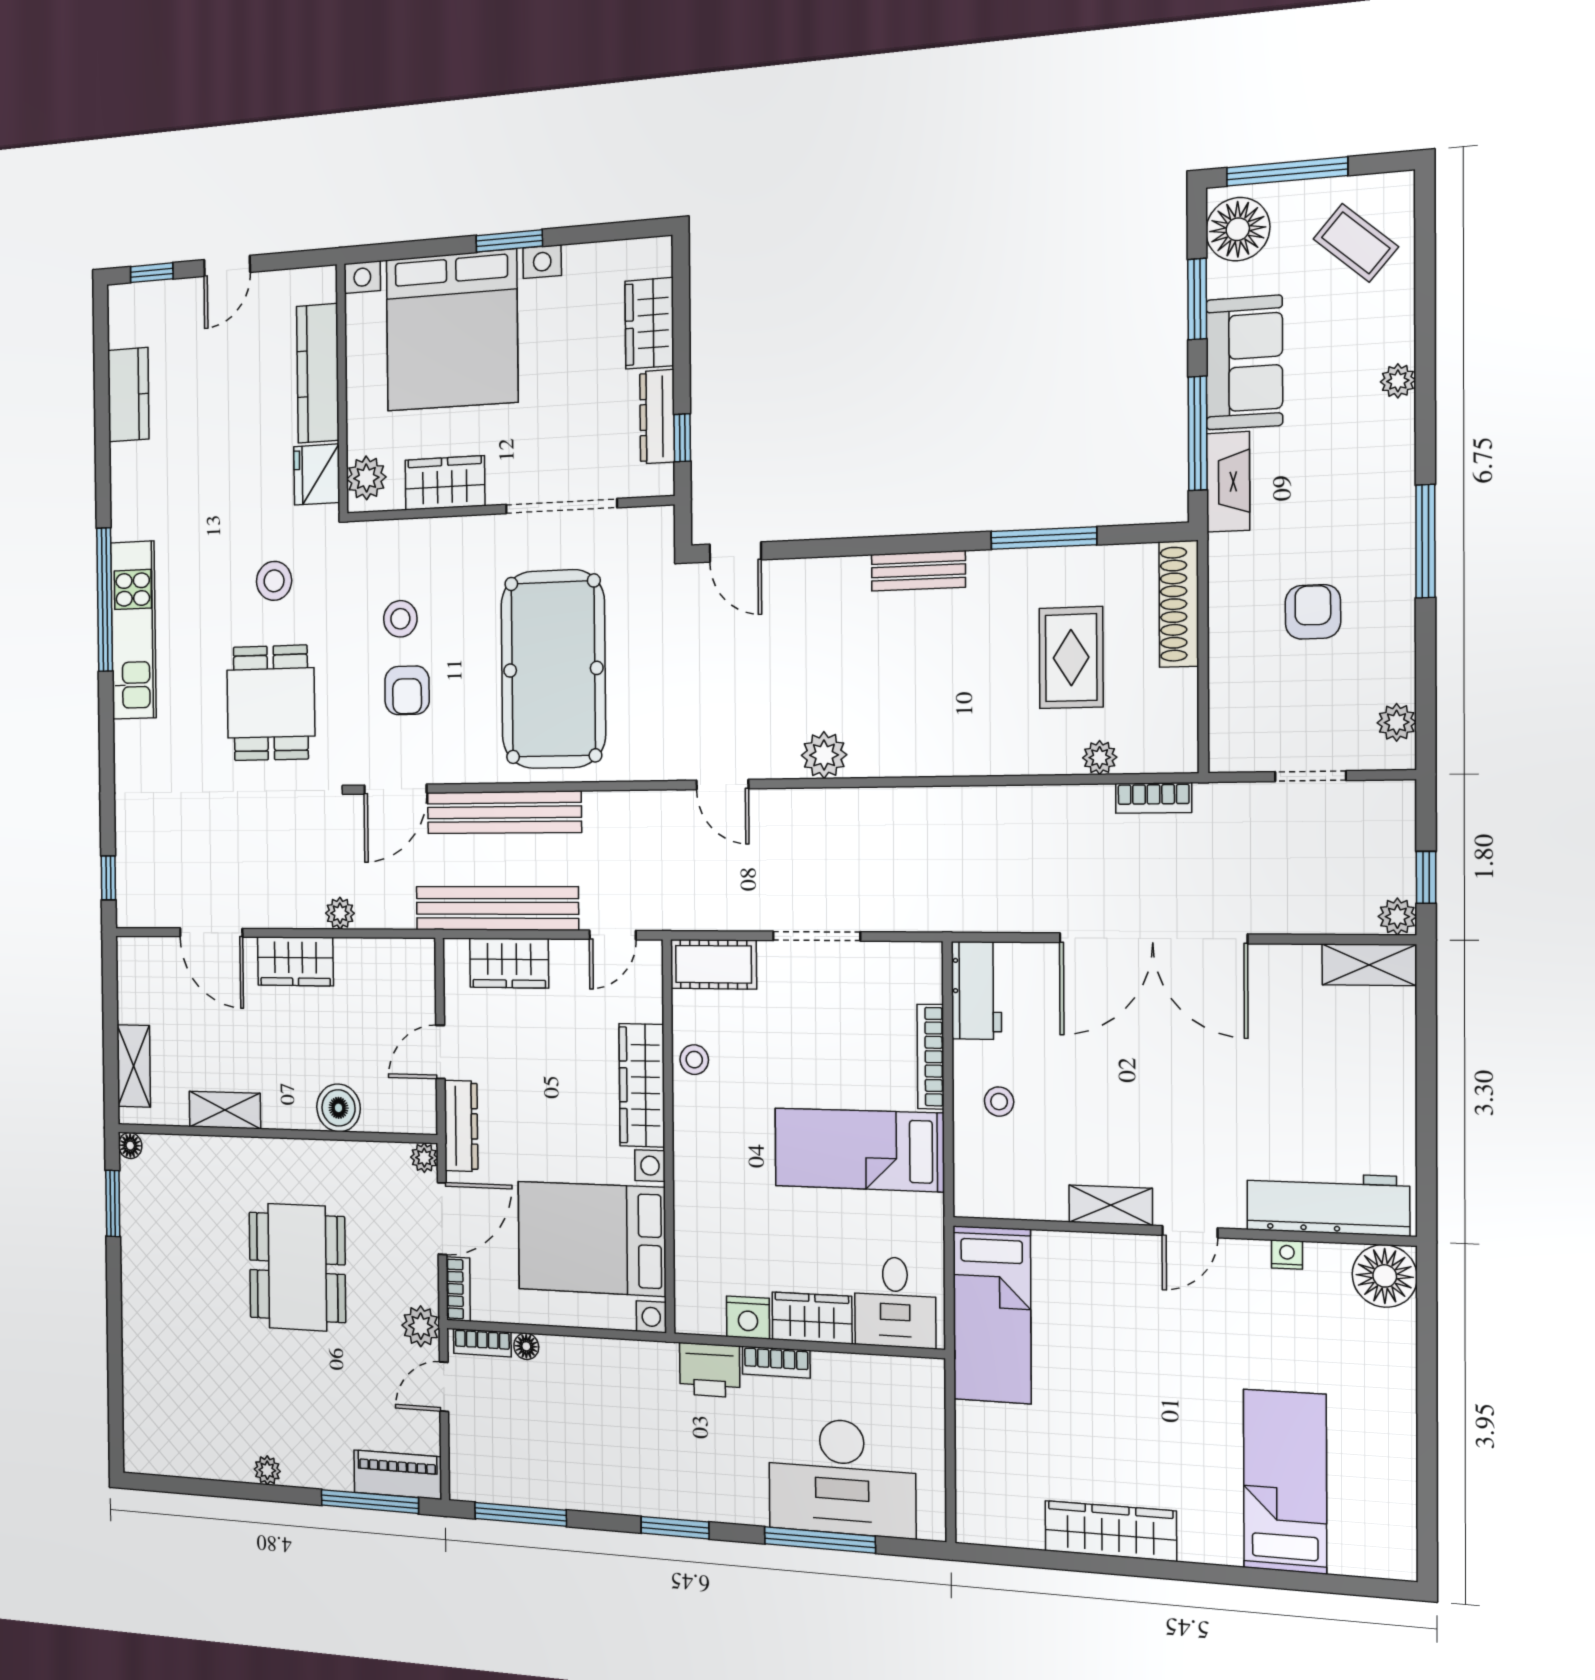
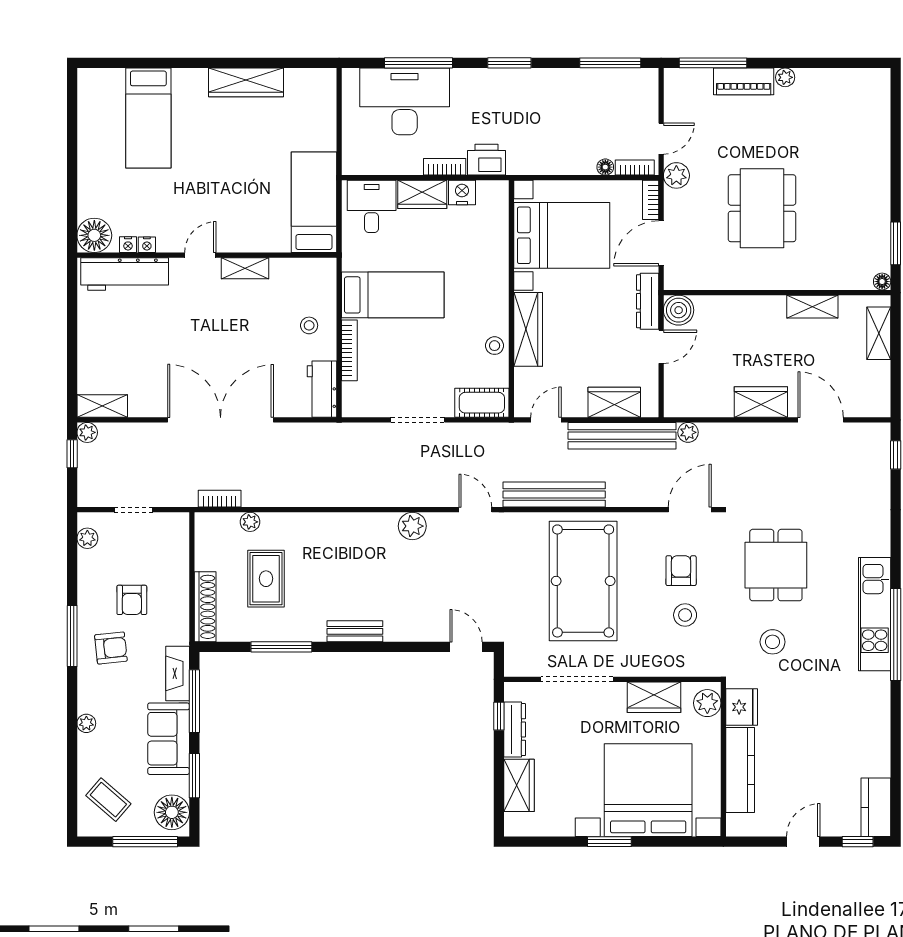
kitchen counter: (128, 395) -> (876, 807), moved
armchair: (1352, 522) -> (111, 648), added
bench: (504, 812) -> (554, 494), moved
plant: (340, 913) -> (688, 432), moved
boiler: (339, 1108) -> (679, 310), moved
plant: (424, 1158) -> (673, 281), removed
nightstand: (1322, 1256) -> (128, 245), added
piano: (398, 1475) -> (744, 81), moved

